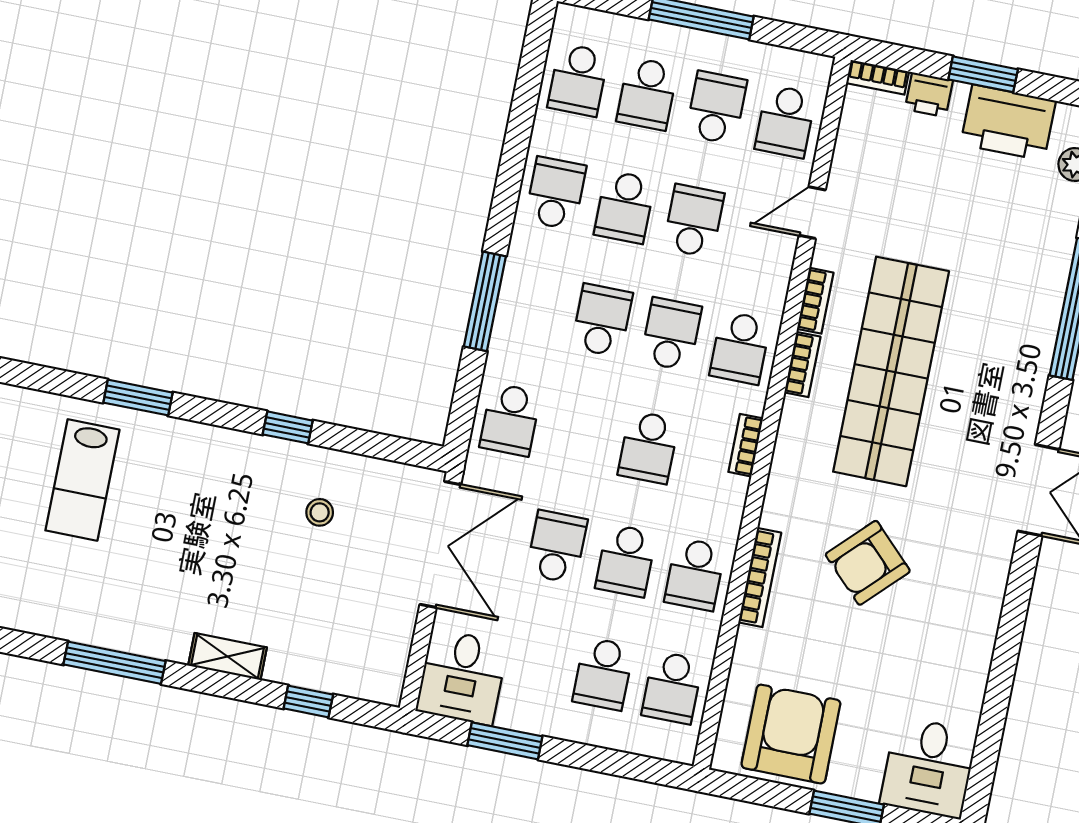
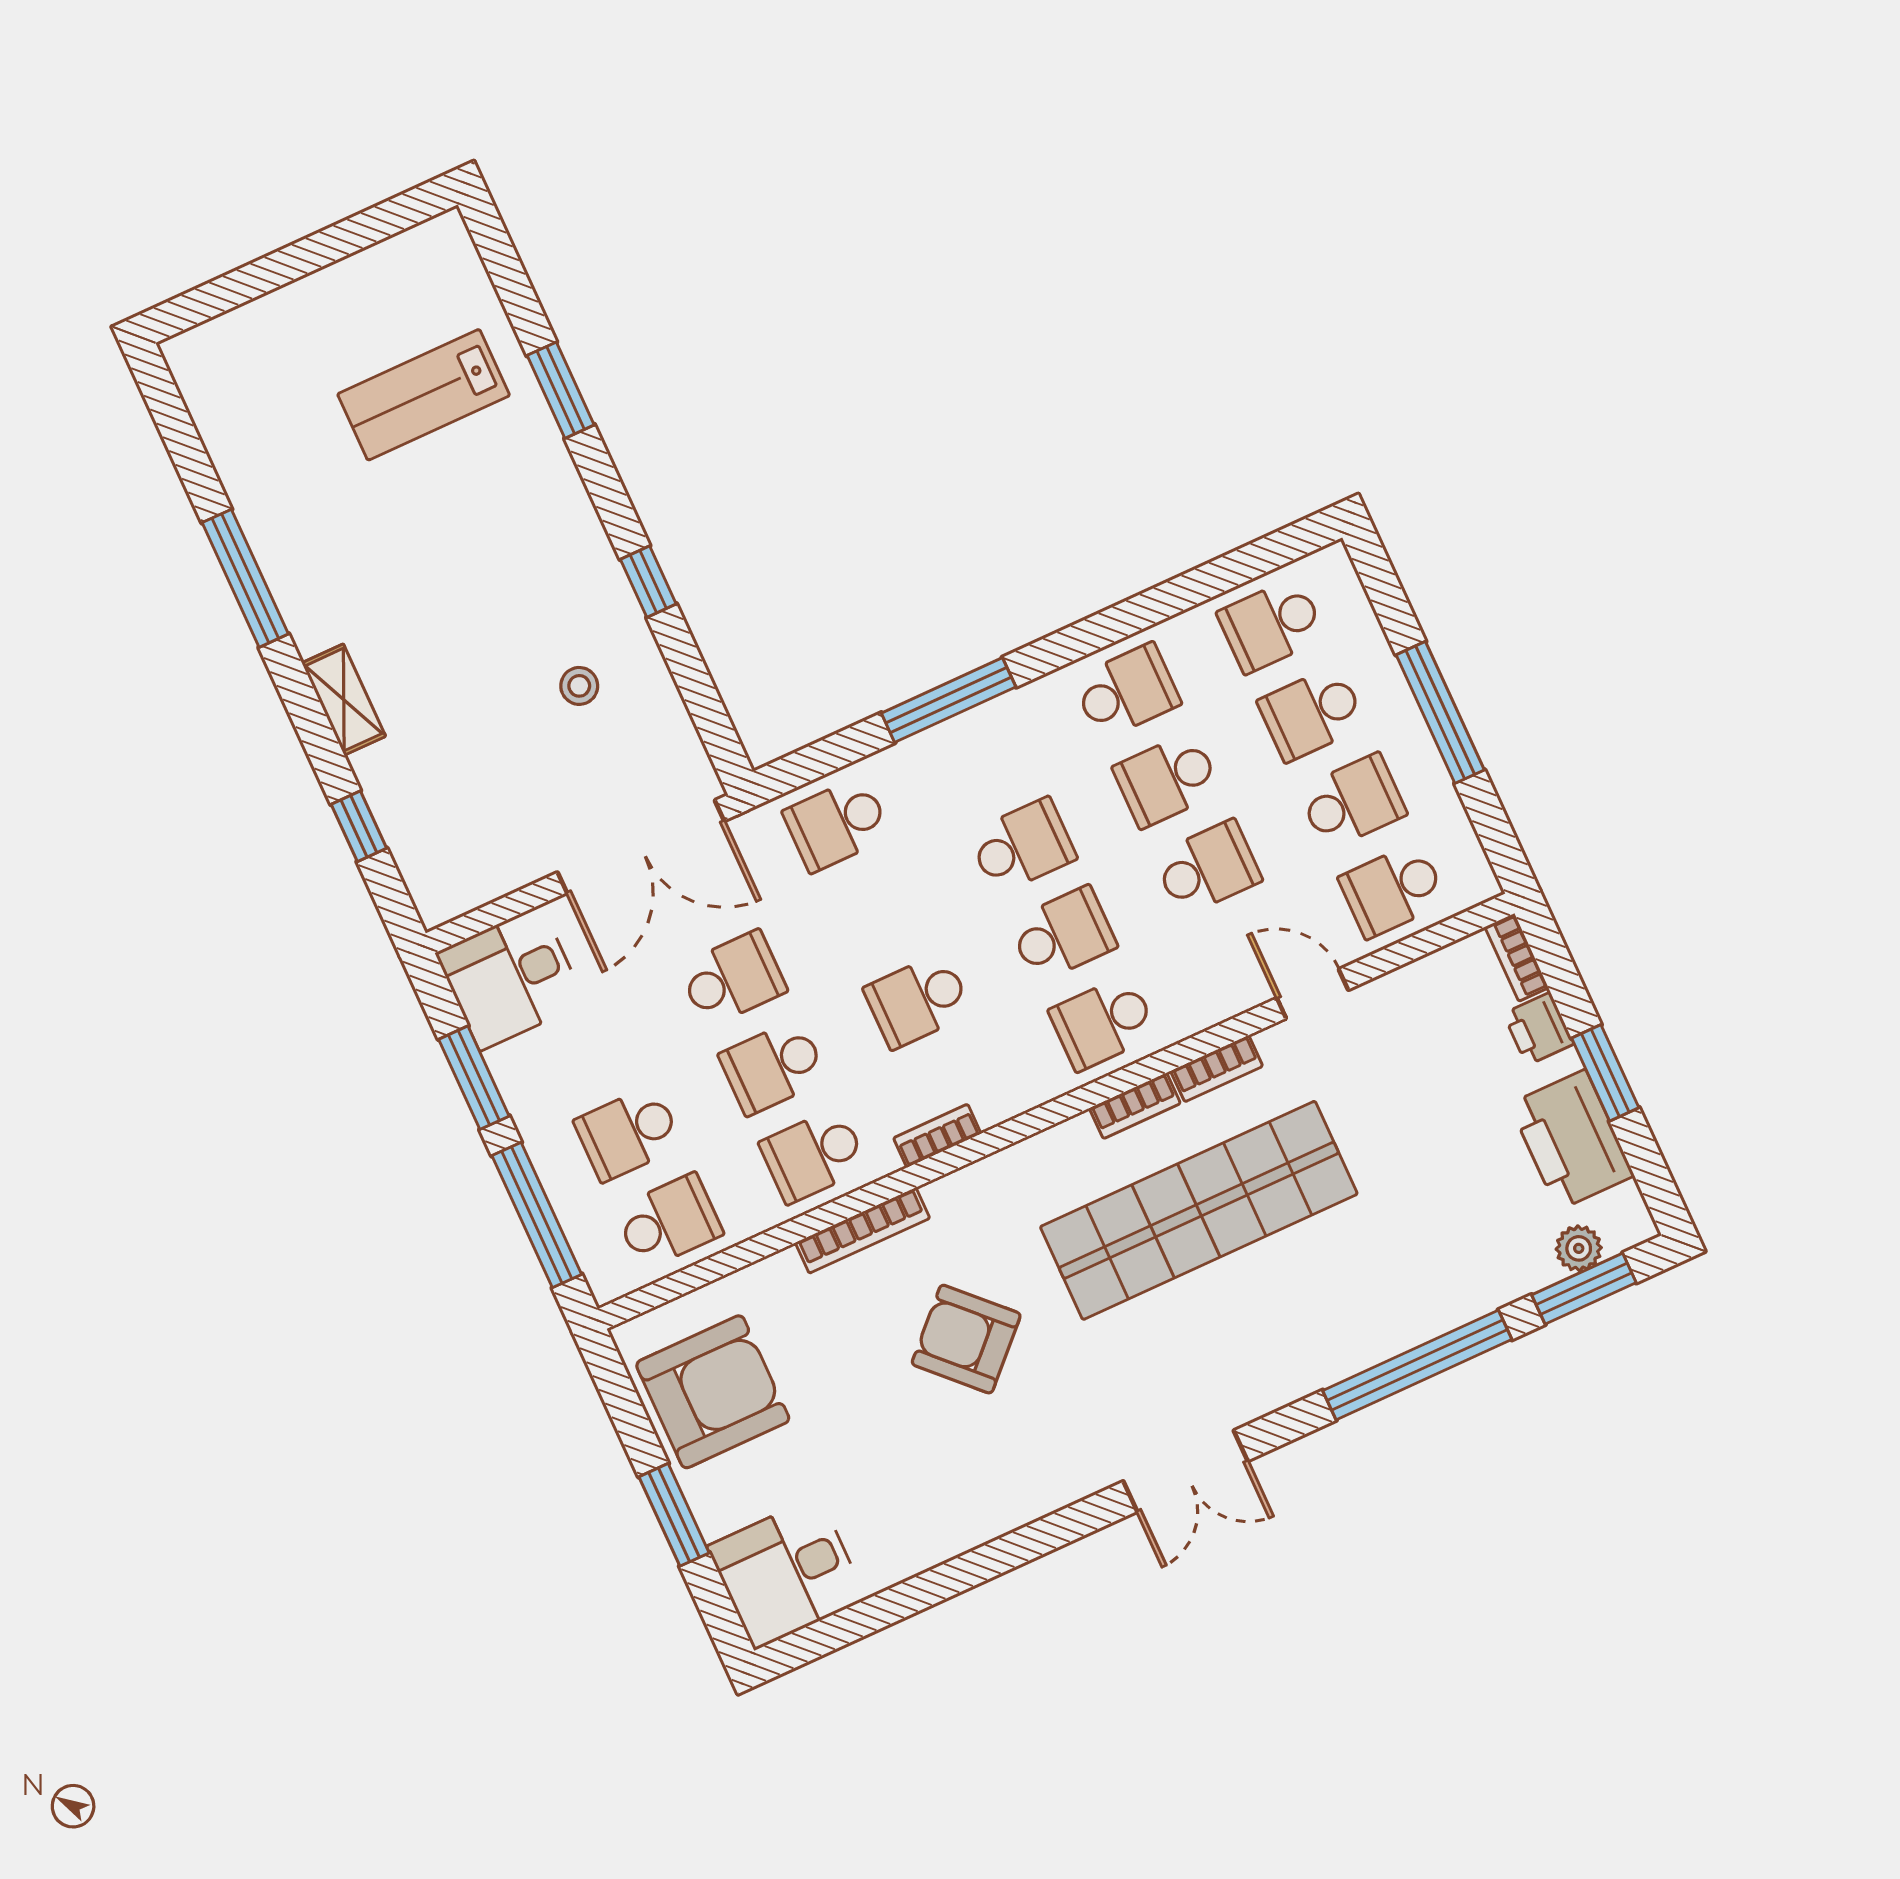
bookcase: (746, 445) -> (937, 1136), moved
school desk: (672, 688) -> (669, 1222), turned 180
window: (612, 762) -> (537, 1215), added

